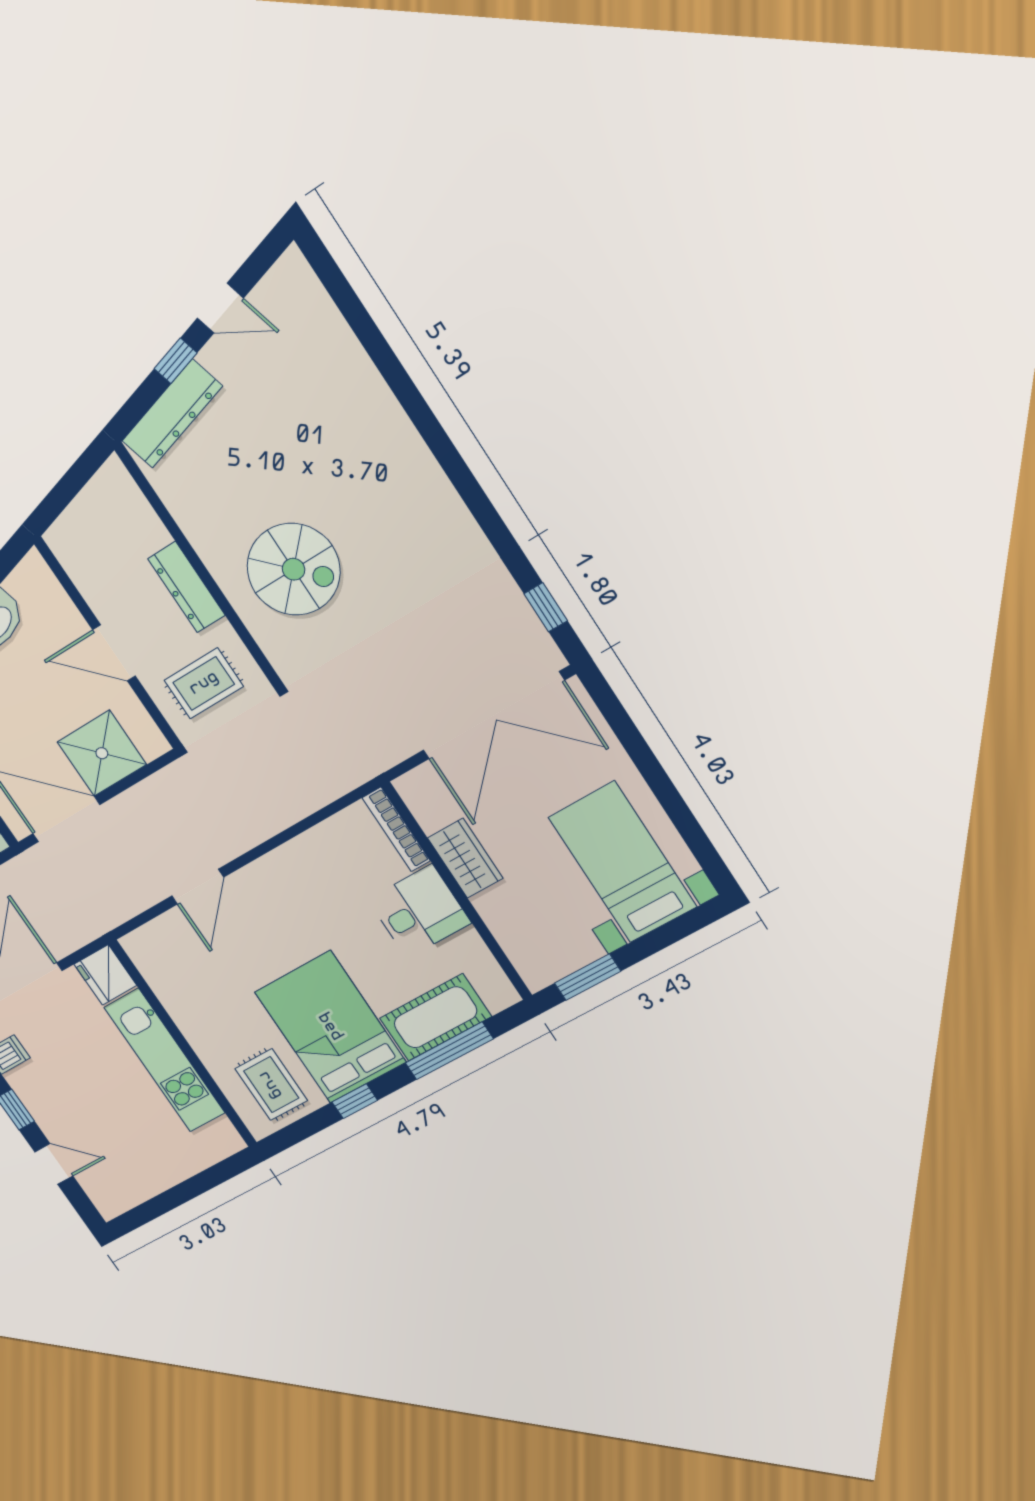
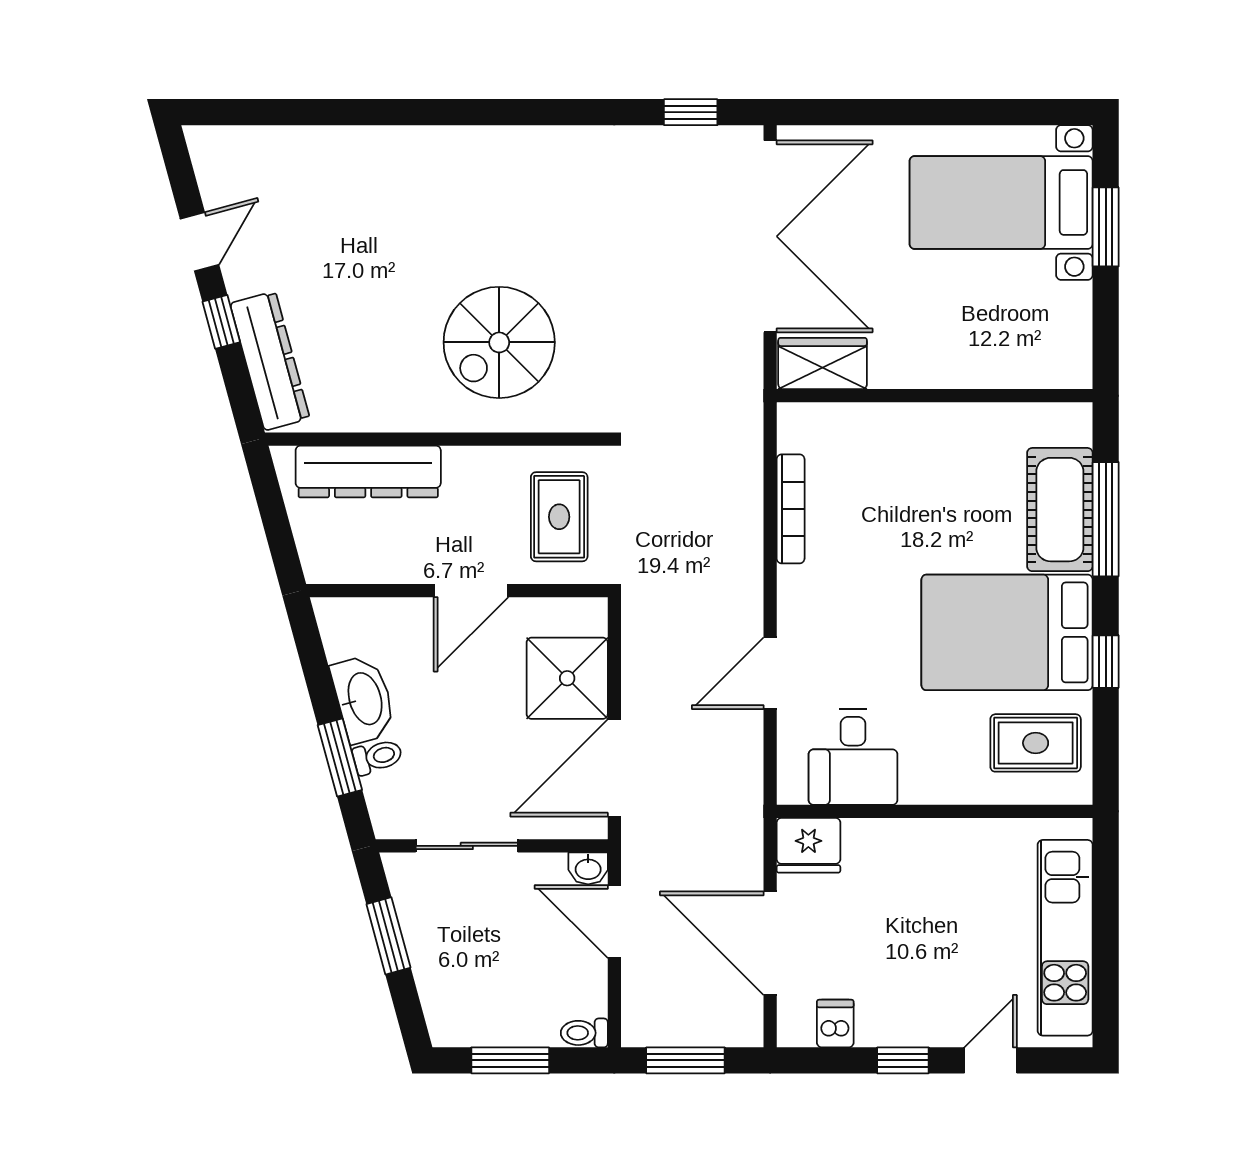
spiral stairs: (294, 569) -> (499, 342), turned 180
dresser: (186, 587) -> (368, 471), moved, width x1.37, depth x1.24
bookcase: (396, 829) -> (791, 509), moved, turned -90
wardrobe: (465, 858) -> (823, 363), moved
door: (198, 887) -> (770, 673), swing flipped
desk: (419, 911) -> (853, 757), moved, turned 180
window: (588, 977) -> (1106, 227), moved
kitchen unit: (165, 1060) -> (1065, 938), moved, turned 90

